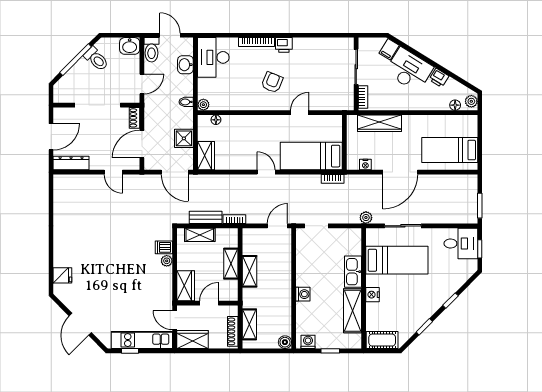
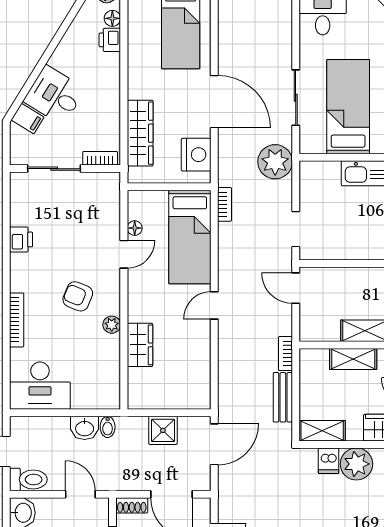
printer: (284, 45) -> (21, 239), moved
washbasin: (185, 65) -> (85, 428), moved
desk: (409, 70) -> (54, 95), width x0.73
printer: (439, 78) -> (110, 40), moved, turned 148
plant: (203, 105) -> (112, 325), moved
door: (300, 113) -> (124, 254), swing flipped
floor lamp: (216, 120) -> (135, 228), moved
wardrobe: (206, 156) -> (140, 345), moved, turned 90
nightstand: (365, 165) -> (196, 155), width x1.89, depth x1.79
plant: (366, 218) -> (275, 162), width x1.87, depth x1.87
shelving: (200, 235) -> (322, 431), moved, turned 90
plant: (167, 261) -> (356, 464), width x1.88, depth x1.88

